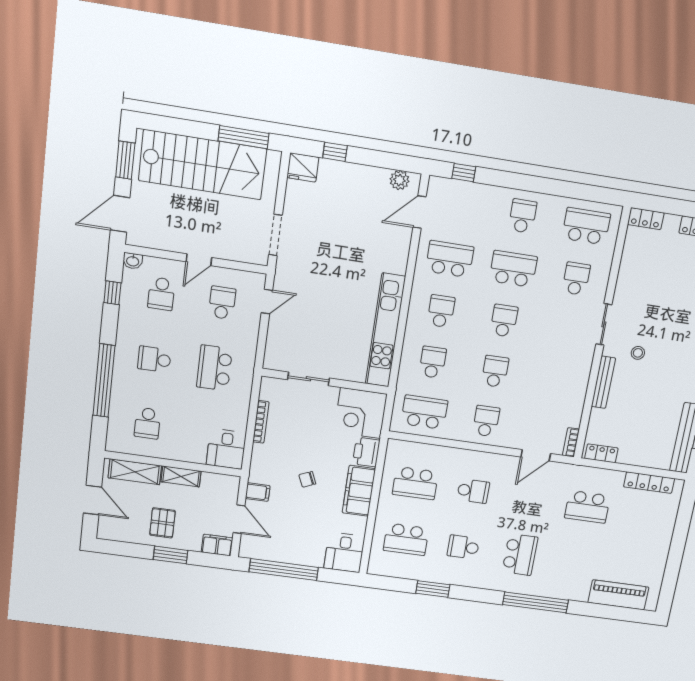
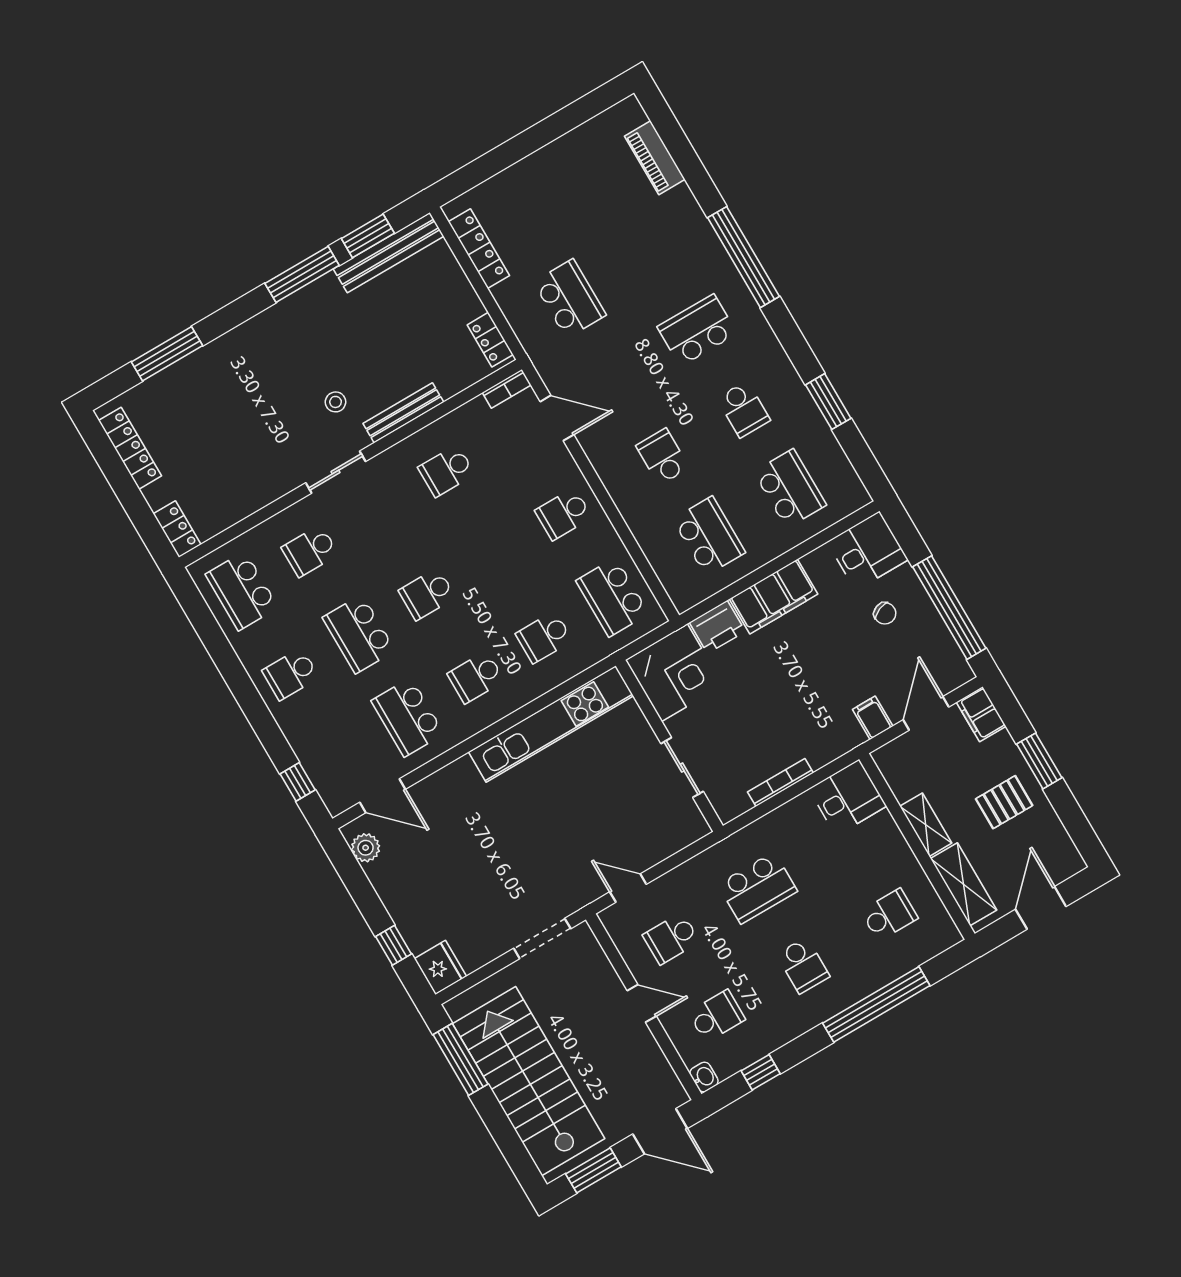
school desk: (495, 371) -> (446, 471), moved
chair: (307, 479) -> (885, 613), moved
piano: (618, 595) -> (655, 158), width x0.73, depth x0.75

